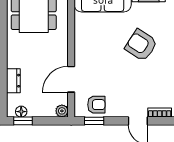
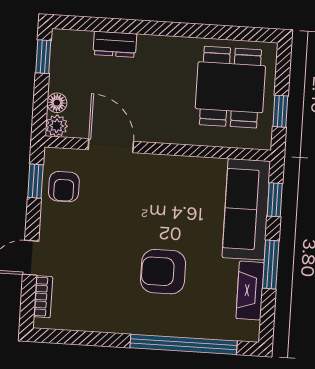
armchair: (141, 45) -> (163, 272), turned -123
floor lamp: (21, 112) -> (57, 103), moved

